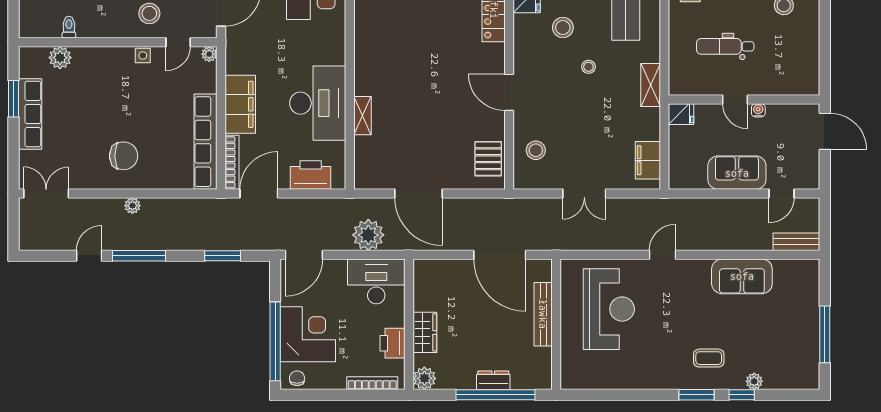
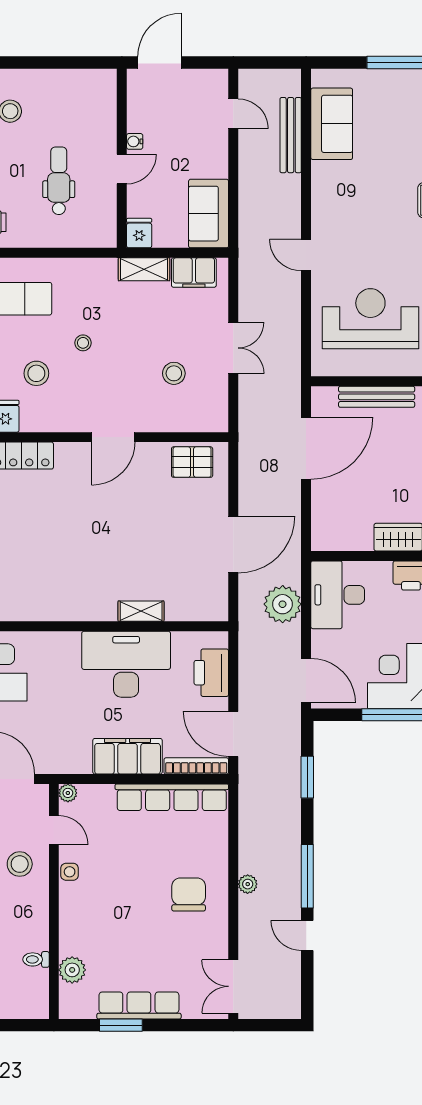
dental chair: (725, 46) -> (59, 181), turned 180
shelving: (651, 85) -> (144, 269), moved
stool: (536, 150) -> (174, 373), moved
sofa: (737, 173) -> (209, 214), moved
bench: (796, 242) -> (291, 135), moved, width x1.36
sofa: (742, 276) -> (332, 124), moved

